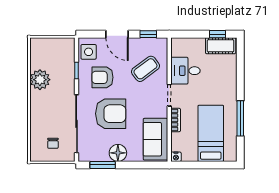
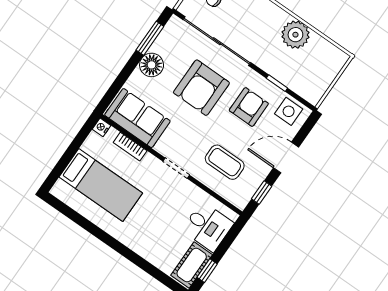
coffee table: (145, 69) -> (225, 162), turned -53
desk: (185, 71) -> (208, 227), moved, turned 90
window: (240, 118) -> (94, 230), removed
bookcase: (176, 120) -> (130, 147), moved

